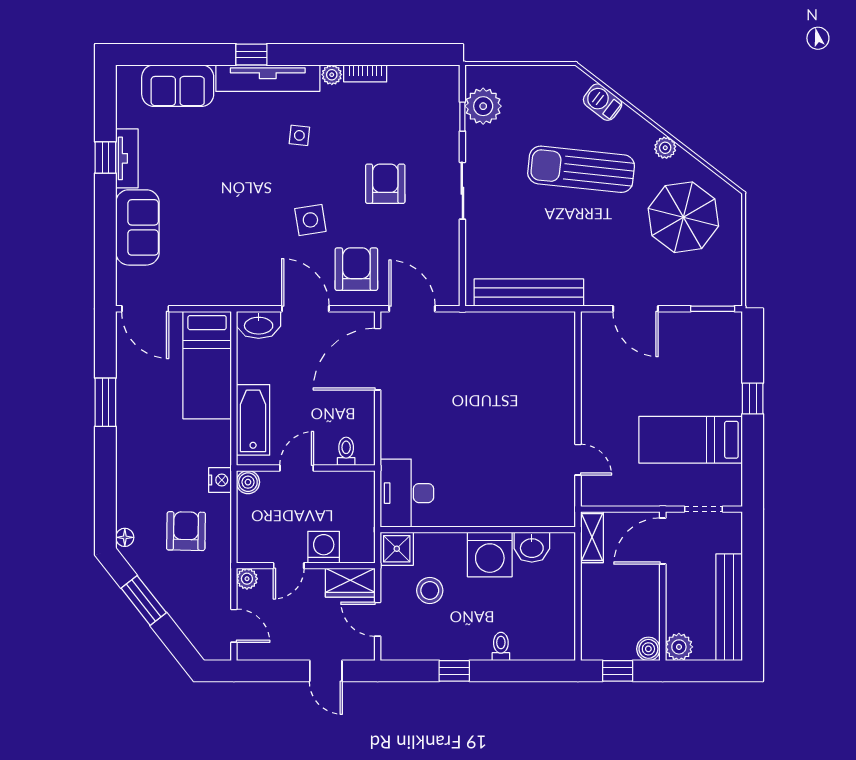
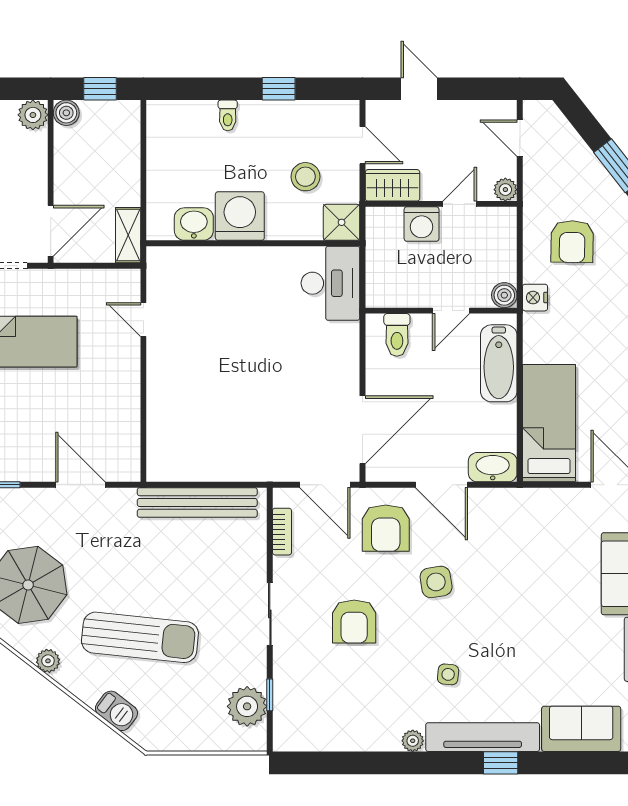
bookcase: (365, 73) -> (282, 532), moved, turned 90
toilet: (346, 451) -> (397, 335), width x1.37, depth x1.39

